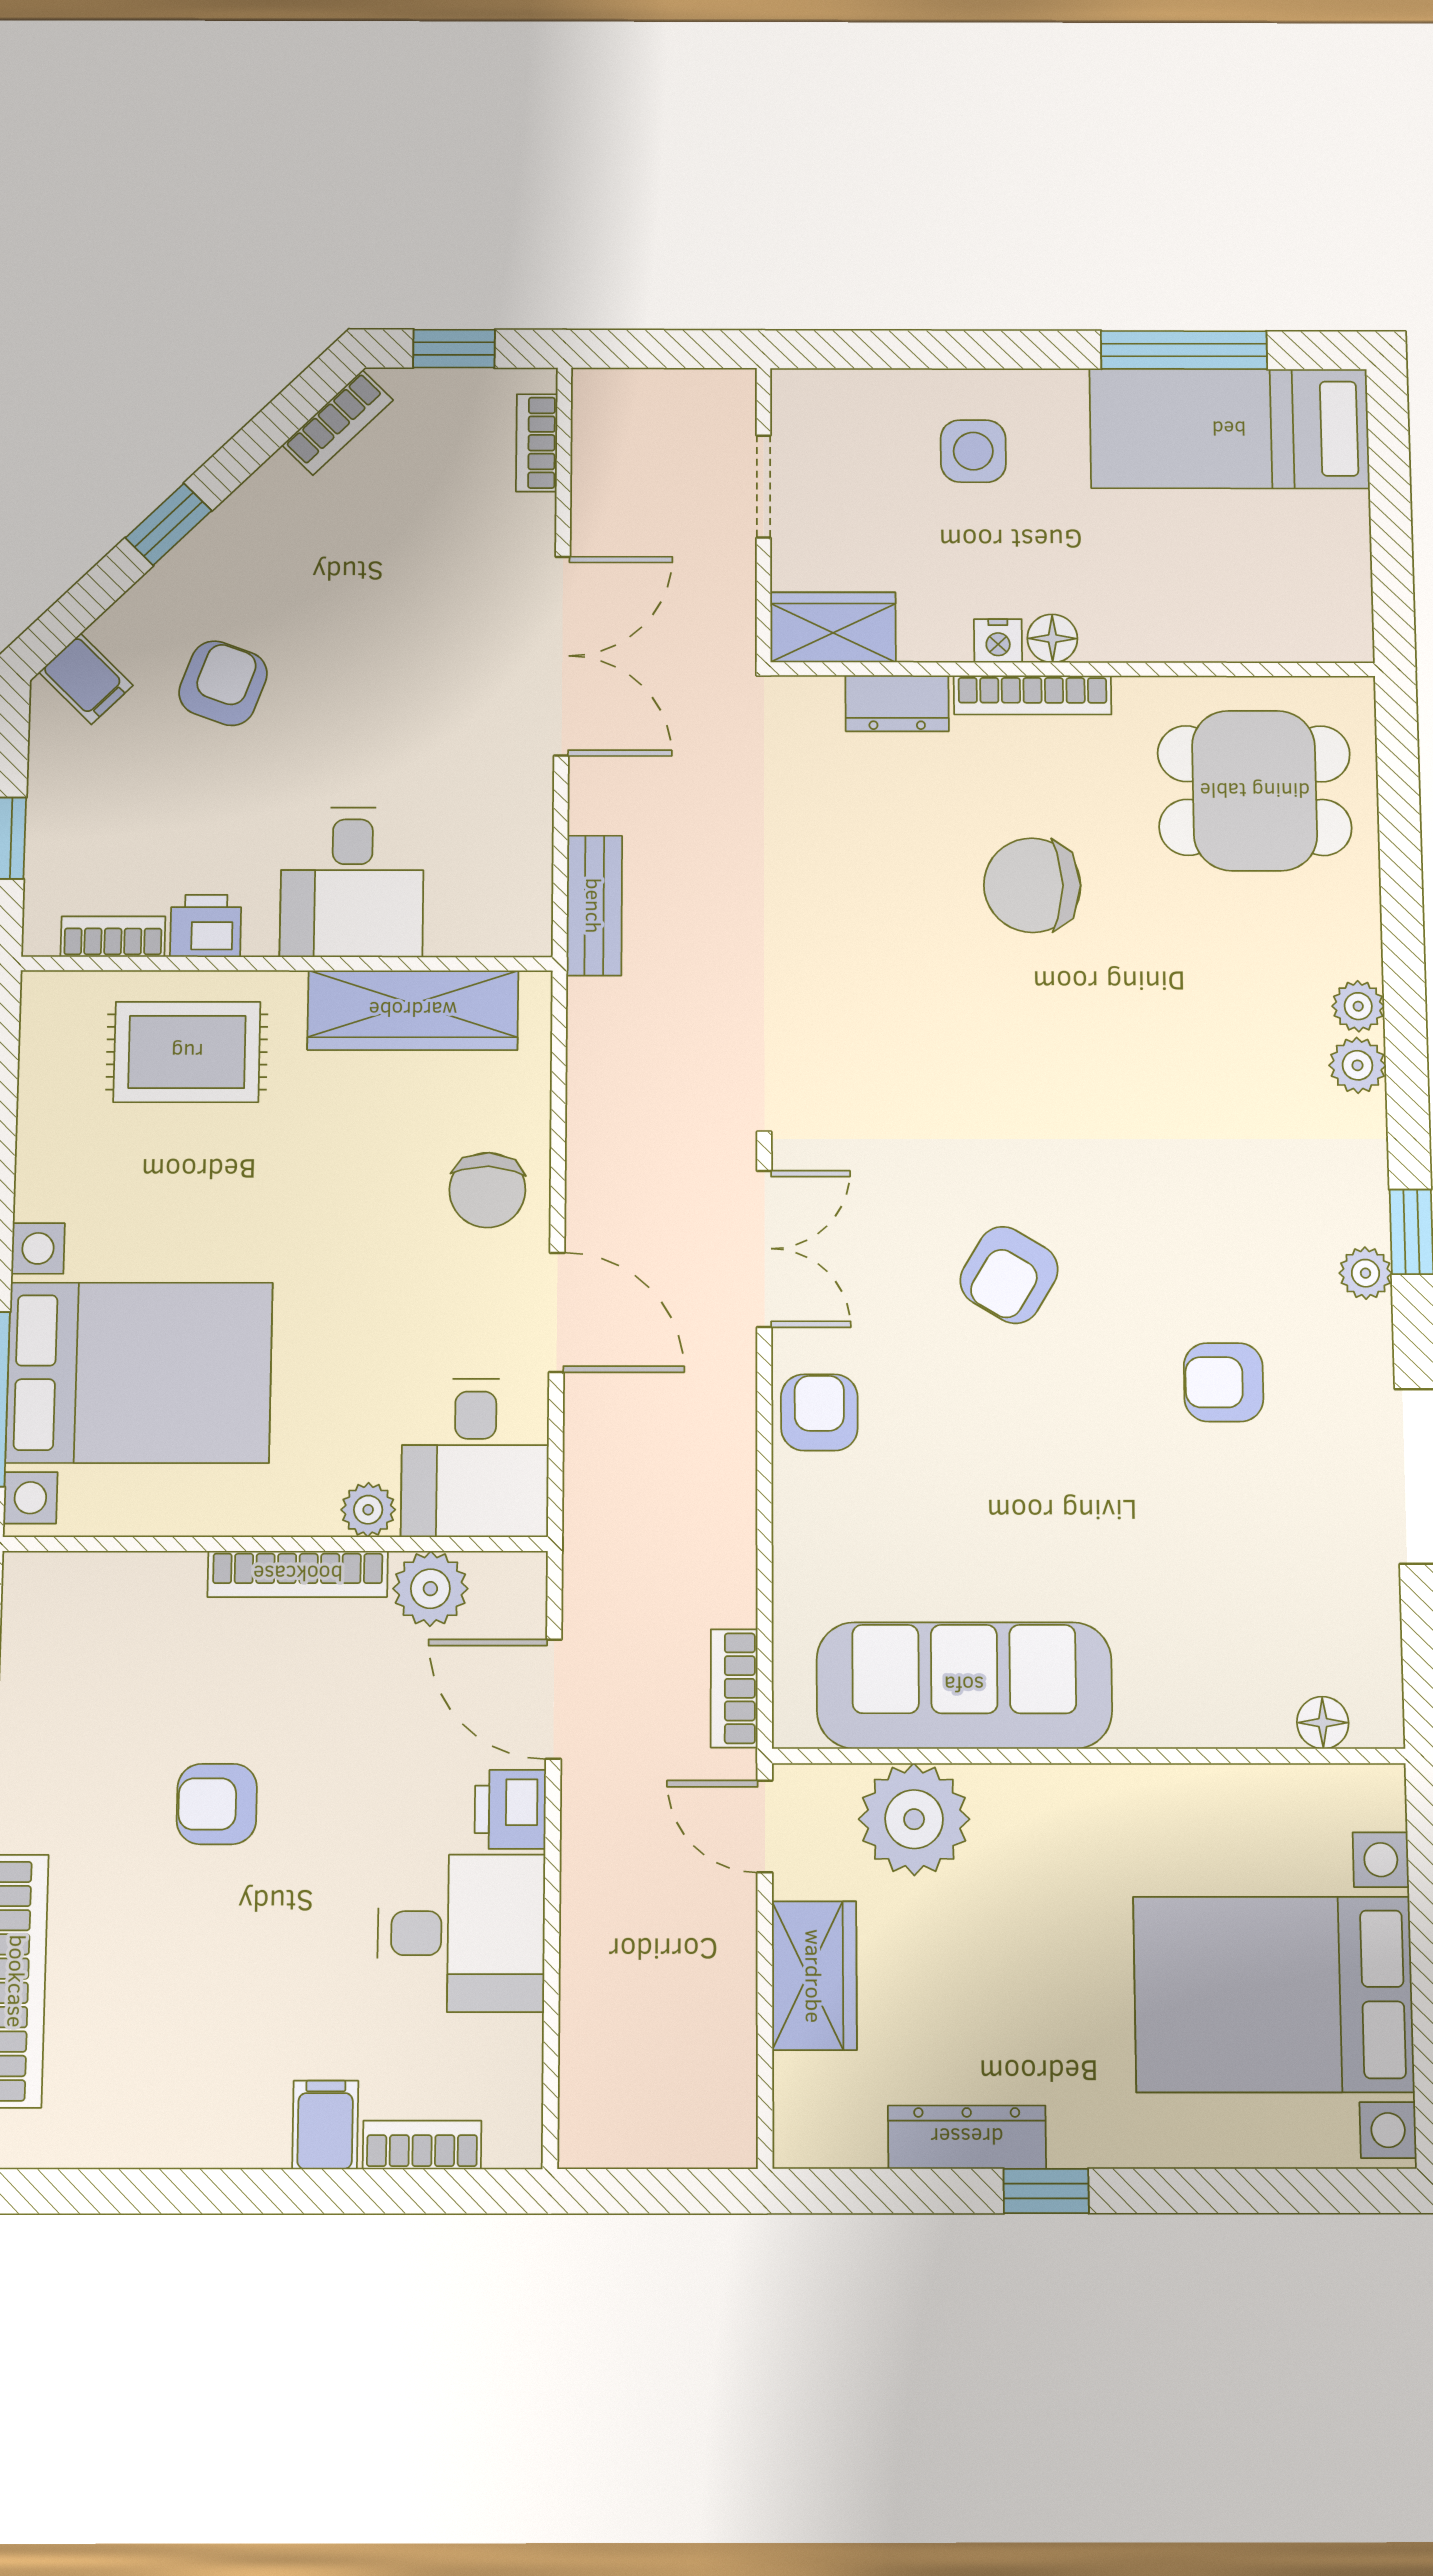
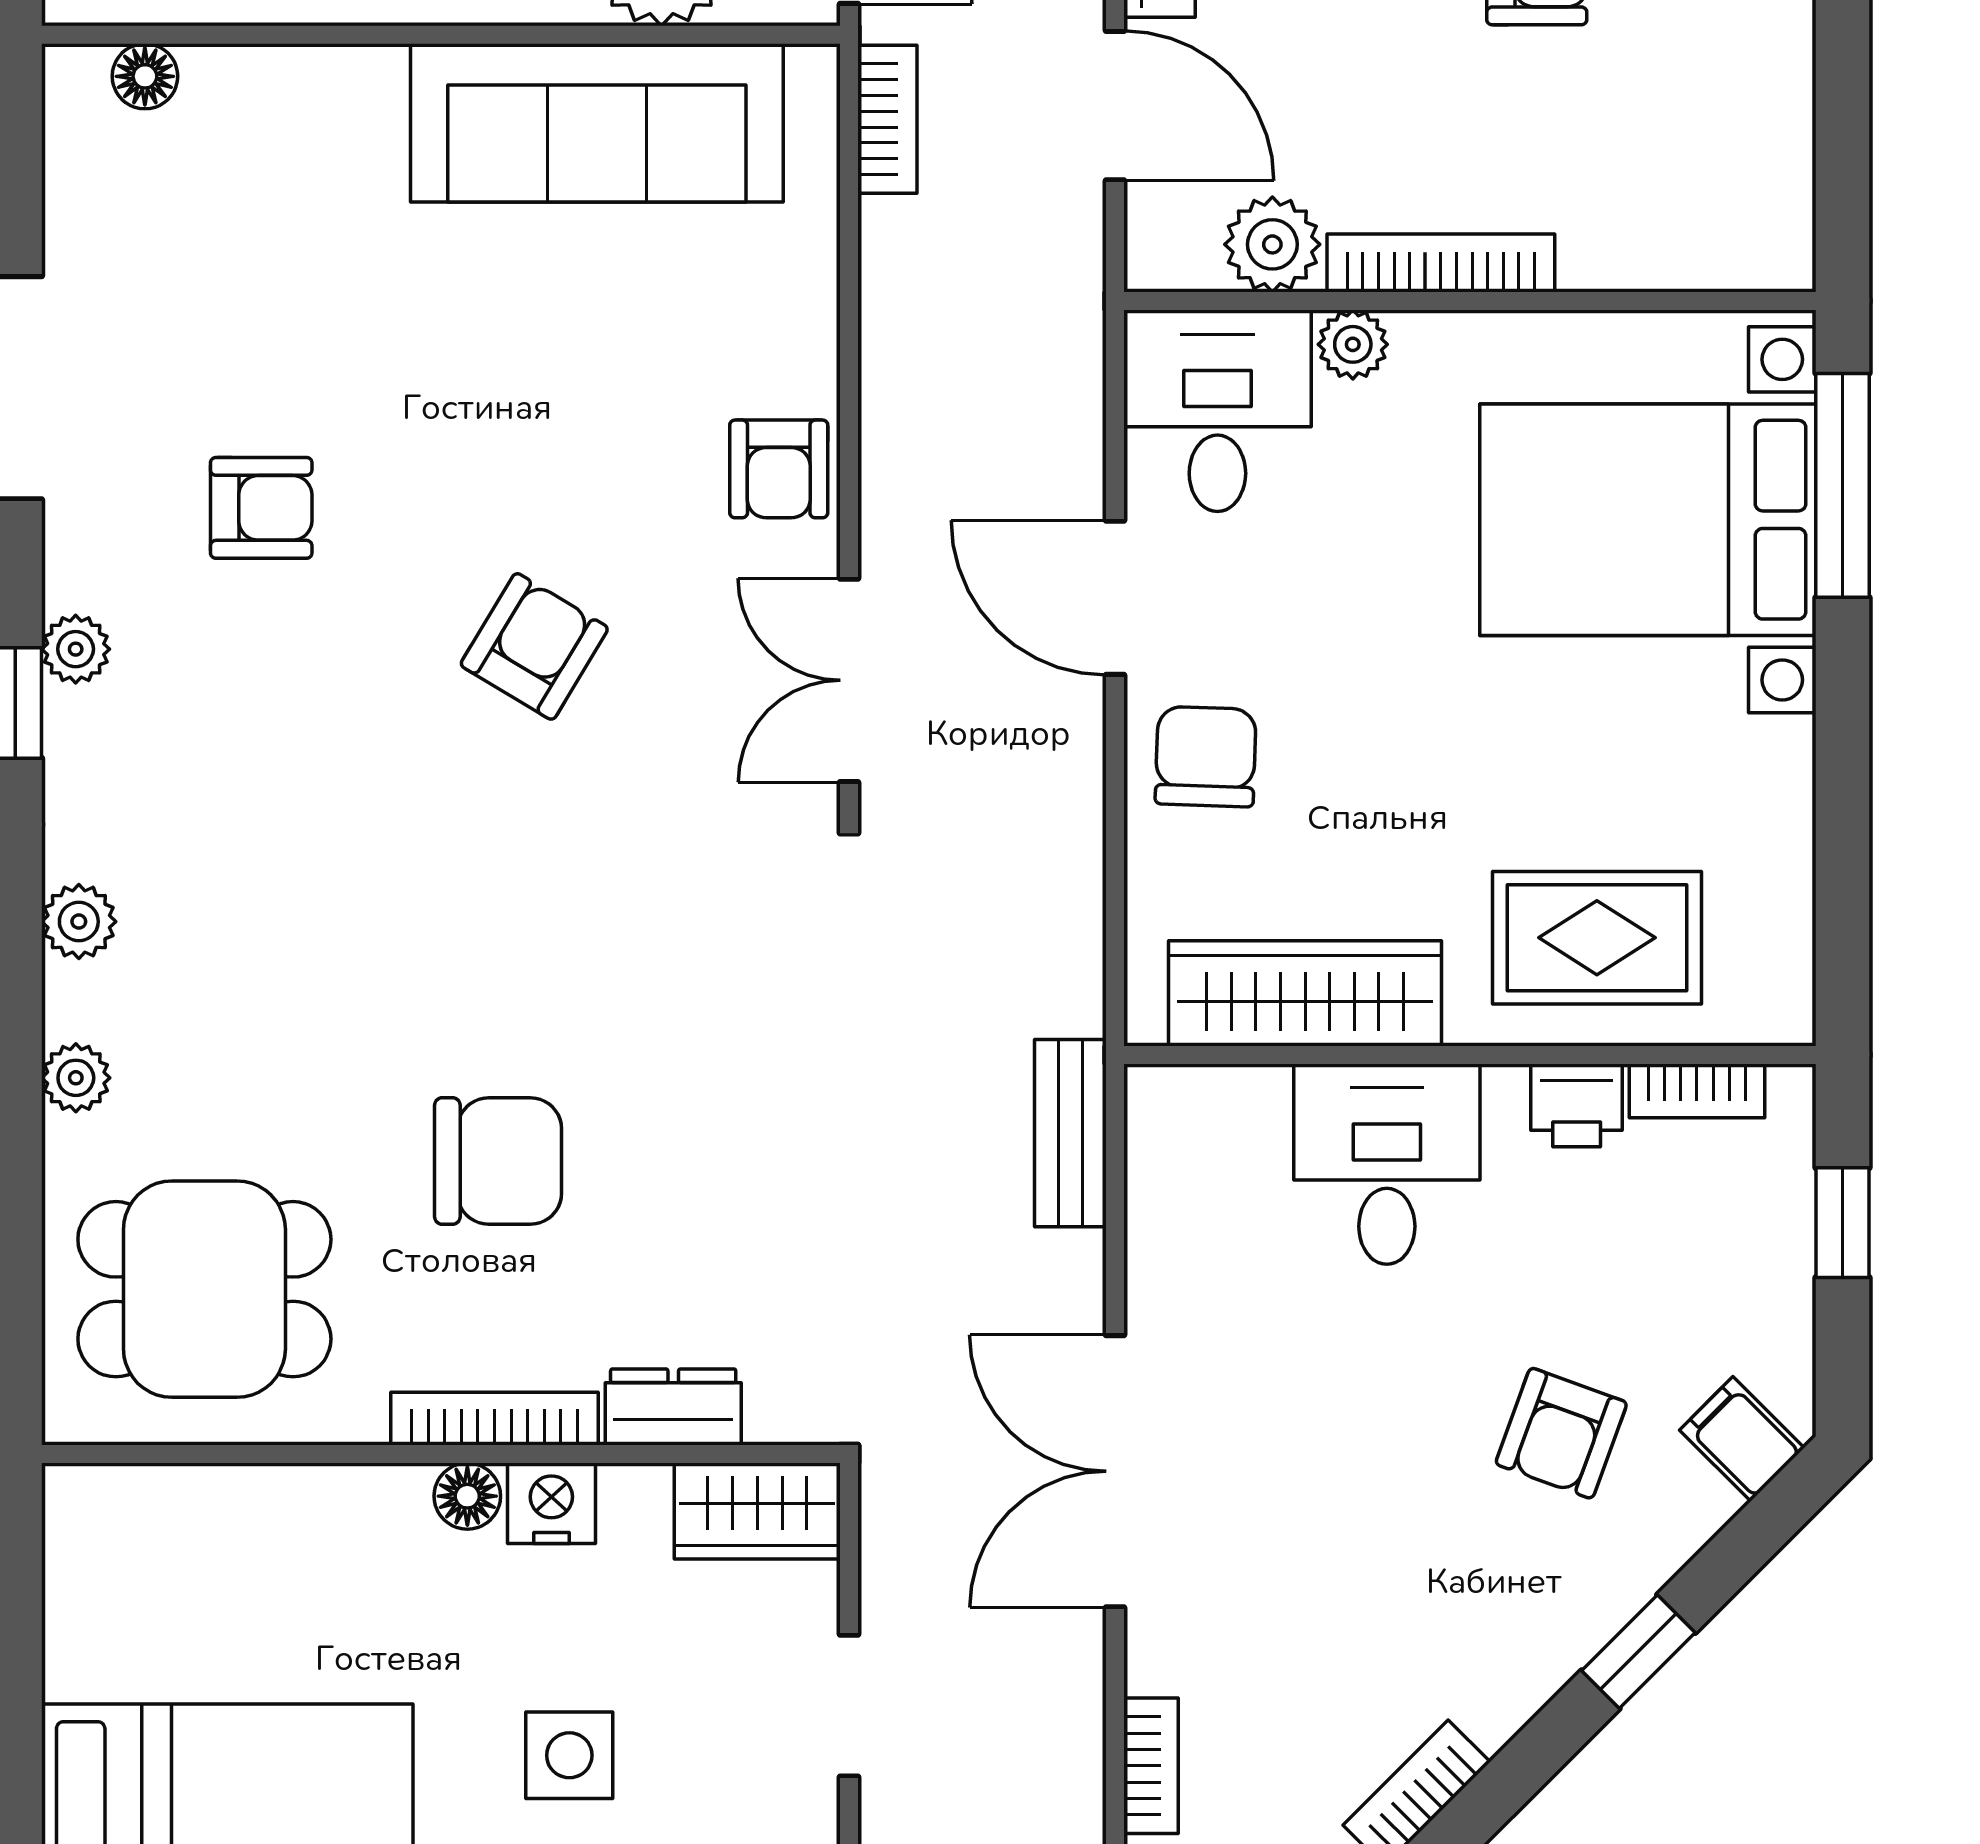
nightstand: (998, 641) -> (551, 1503), width x1.39, depth x1.35
plant: (1358, 1006) -> (76, 1078), moved

